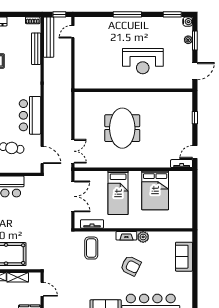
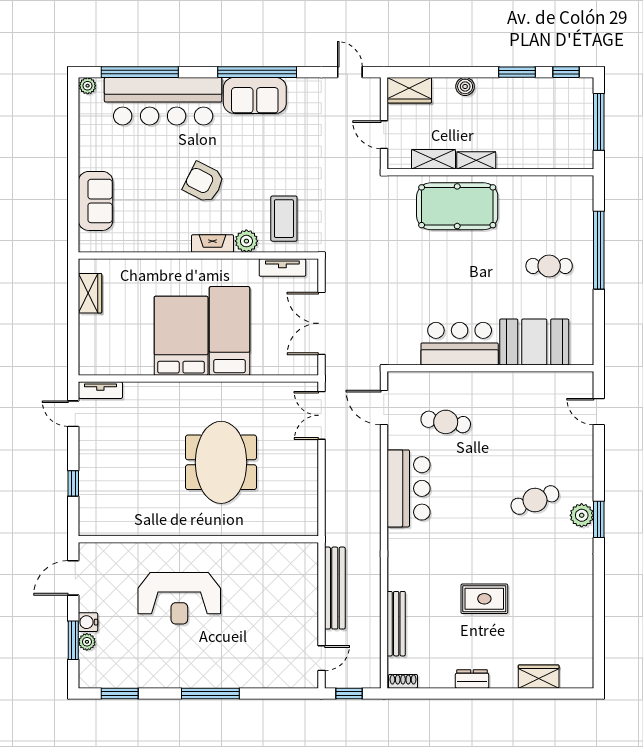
water cooler: (188, 22) -> (88, 622), moved
bench: (49, 37) -> (335, 588), moved
reception desk: (143, 61) -> (179, 598), turned 180
door: (195, 152) -> (73, 414), swing flipped
bed: (155, 190) -> (181, 336), moved
wardrobe: (187, 211) -> (90, 293), added
plant: (143, 237) -> (246, 241), moved

